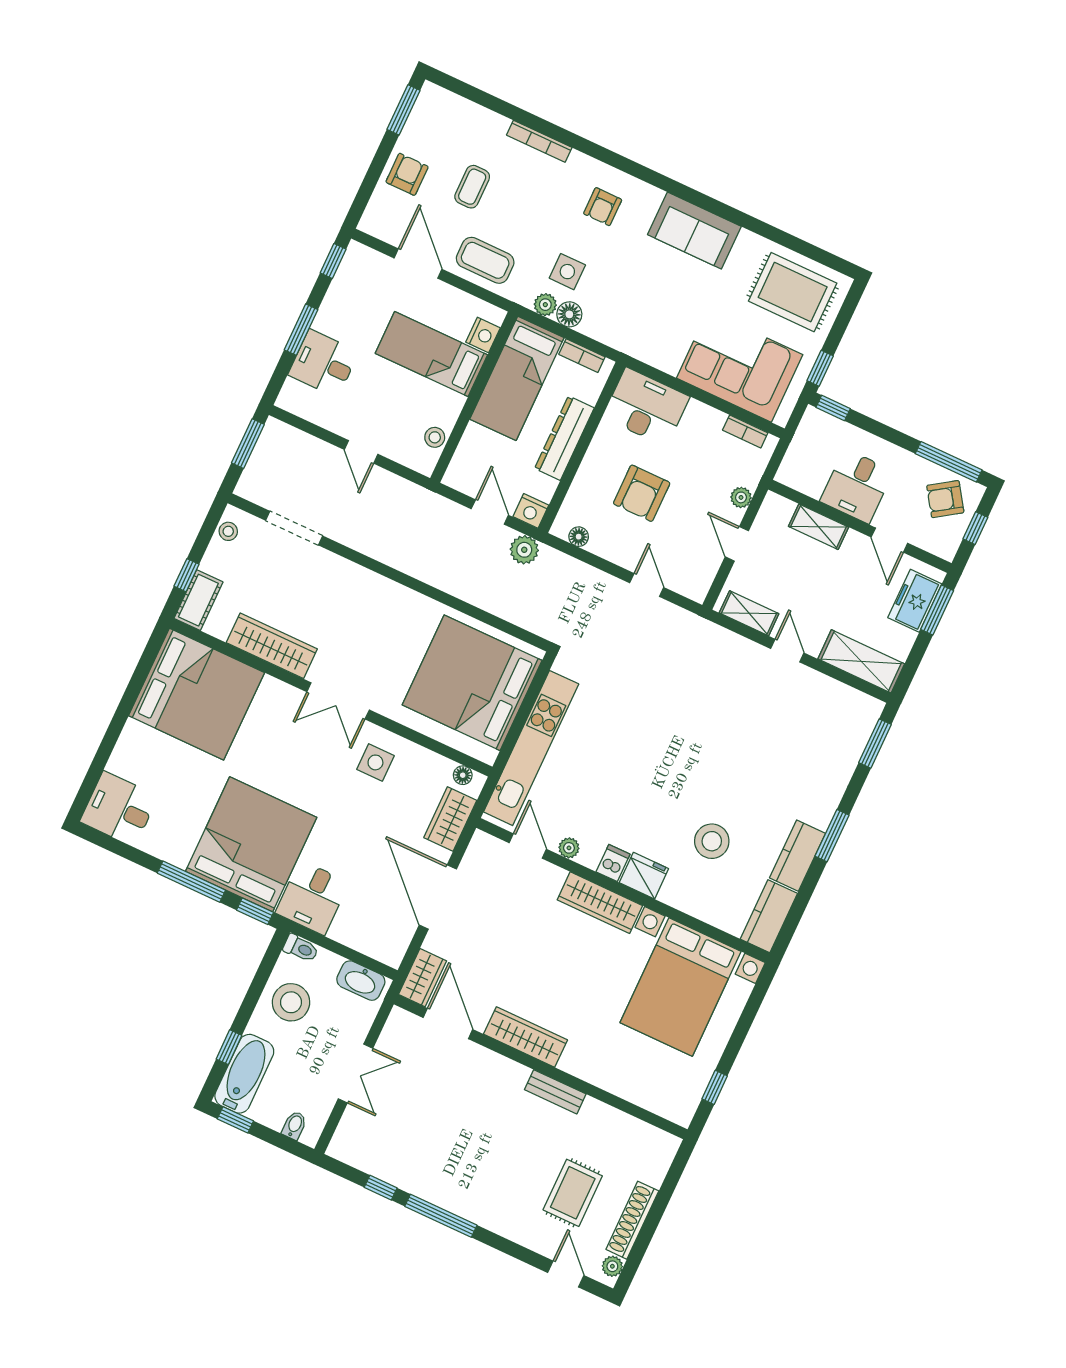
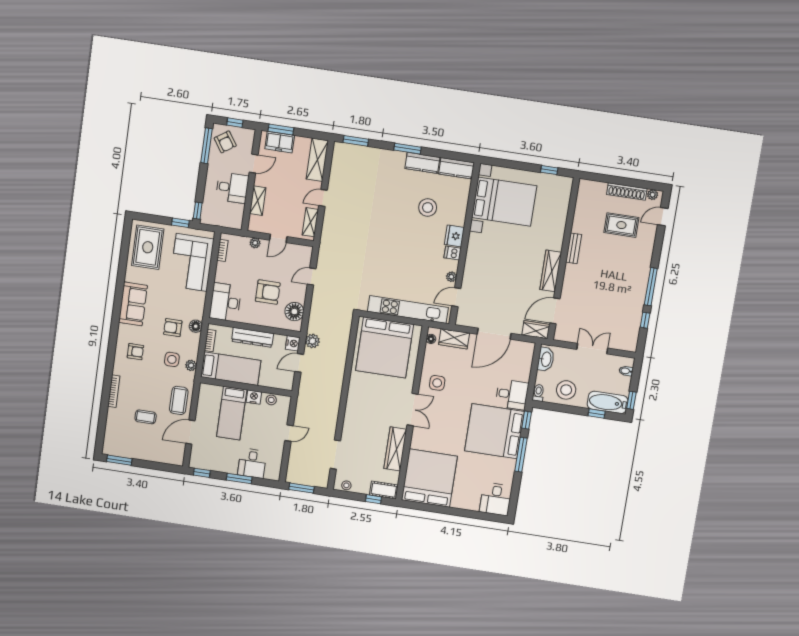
armchair: (407, 174) -> (173, 328), moved
floor lamp: (569, 314) -> (196, 326), moved
nightstand: (483, 335) -> (254, 397), moved
floor lamp: (579, 537) -> (294, 312), width x1.89, depth x1.89
wardrobe: (600, 903) -> (474, 254), removed

